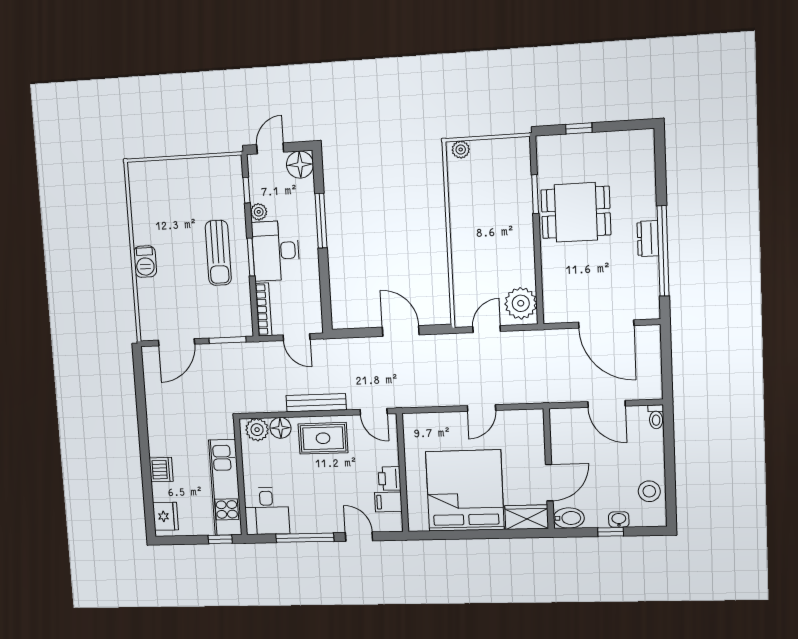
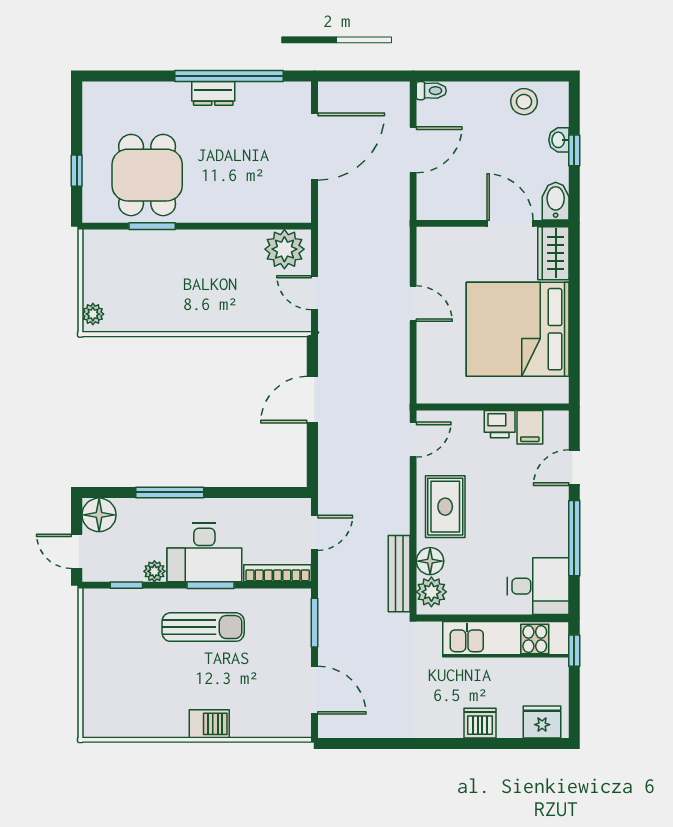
dining table: (576, 212) -> (147, 175), moved
bench: (316, 403) -> (399, 574), moved

